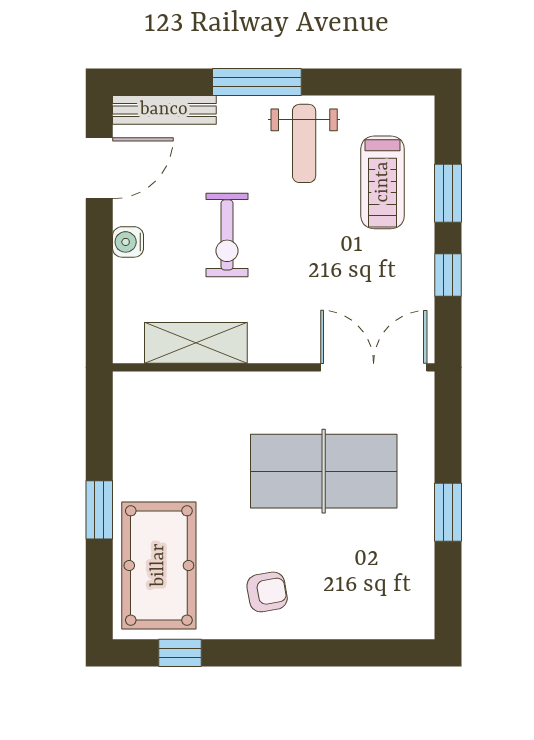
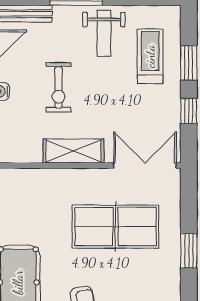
treadmill: (383, 182) -> (150, 56), turned 180
shelving: (196, 343) -> (73, 151), moved

